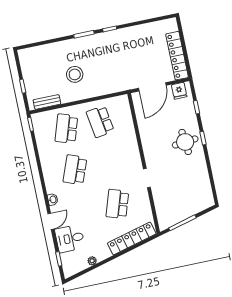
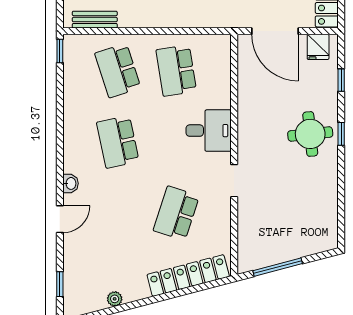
door: (152, 87) -> (275, 31), hinge flipped
school desk: (66, 129) -> (118, 71), turned -36
school desk: (75, 170) -> (118, 142), turned -33
desk: (70, 239) -> (209, 131), moved, turned 180

